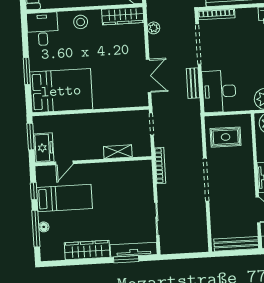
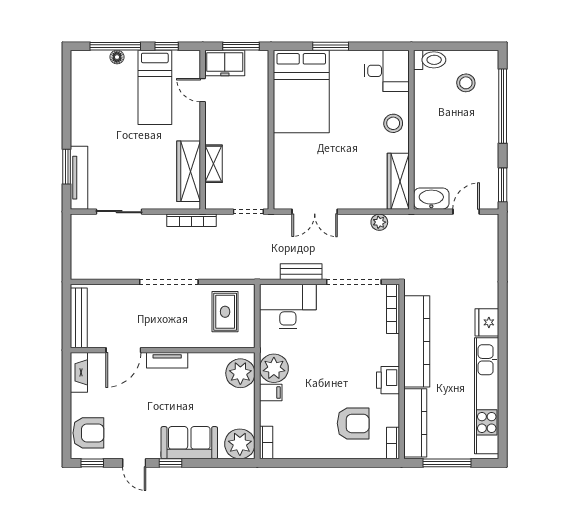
wardrobe: (87, 250) -> (189, 171), moved, turned 180

